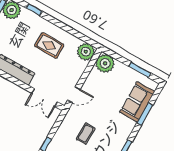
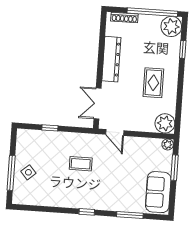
plant: (105, 63) -> (168, 144), width x0.53, depth x0.53
window: (140, 70) -> (174, 168), moved
sofa: (137, 102) -> (158, 192), moved, turned -90

